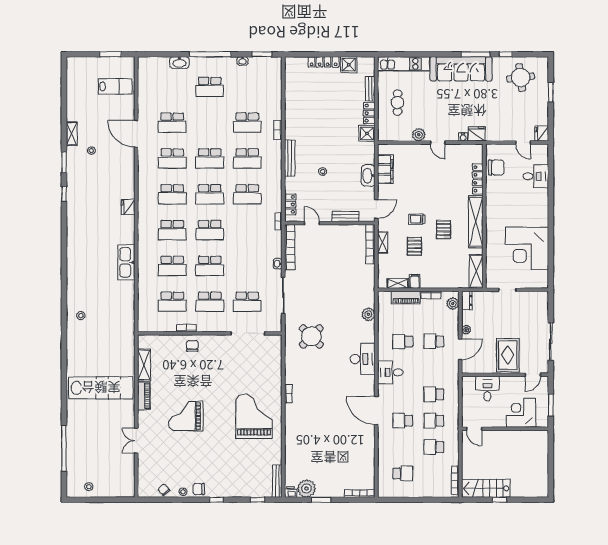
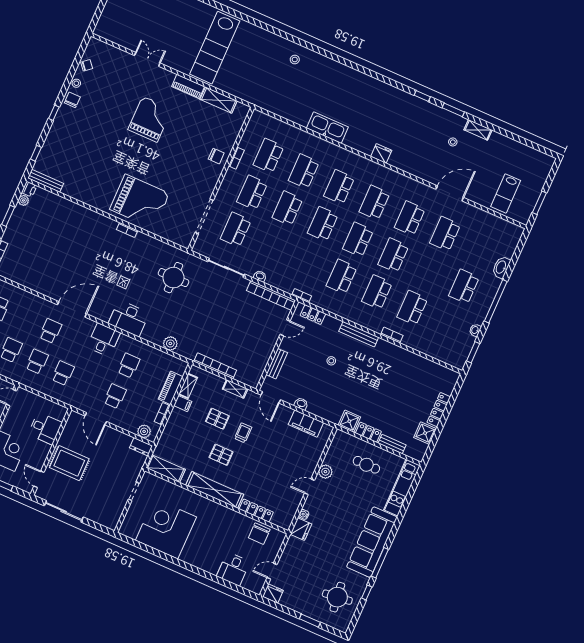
washbasin: (368, 176) -> (301, 404), width x0.52, depth x0.69
bookcase: (370, 244) -> (215, 366), moved
plant: (466, 330) -> (113, 433), removed
round table: (311, 336) -> (173, 278), turned 45
grand piano: (254, 416) -> (140, 201), moved
plant: (306, 488) -> (23, 200), width x0.53, depth x0.53

